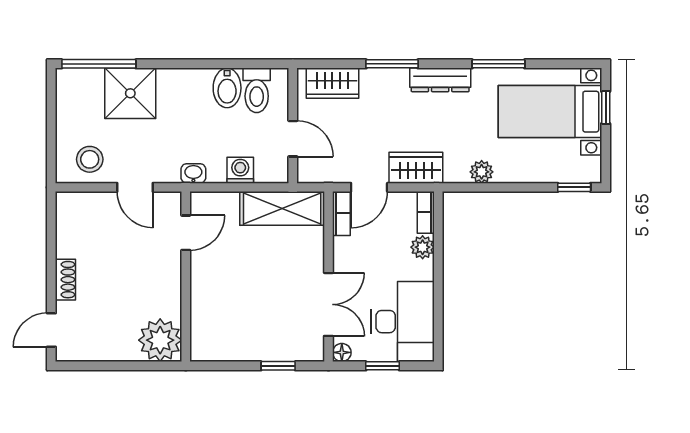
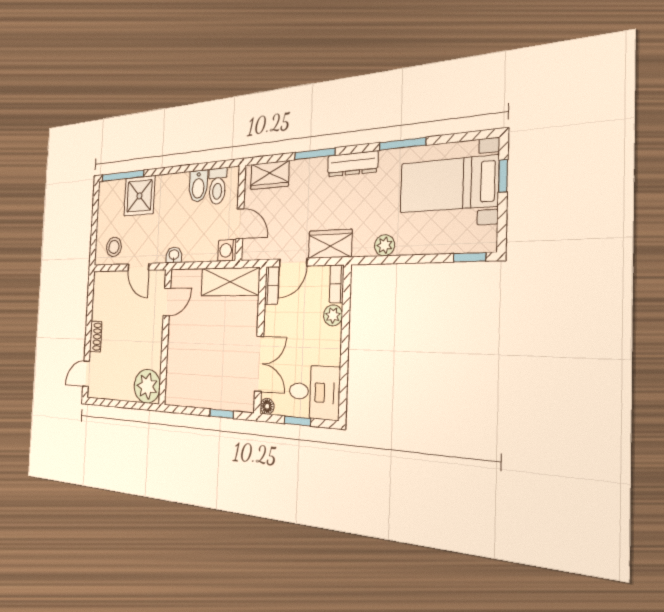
washing machine: (240, 170) -> (227, 250), moved, turned -90
desk: (403, 322) -> (314, 392), width x0.73

